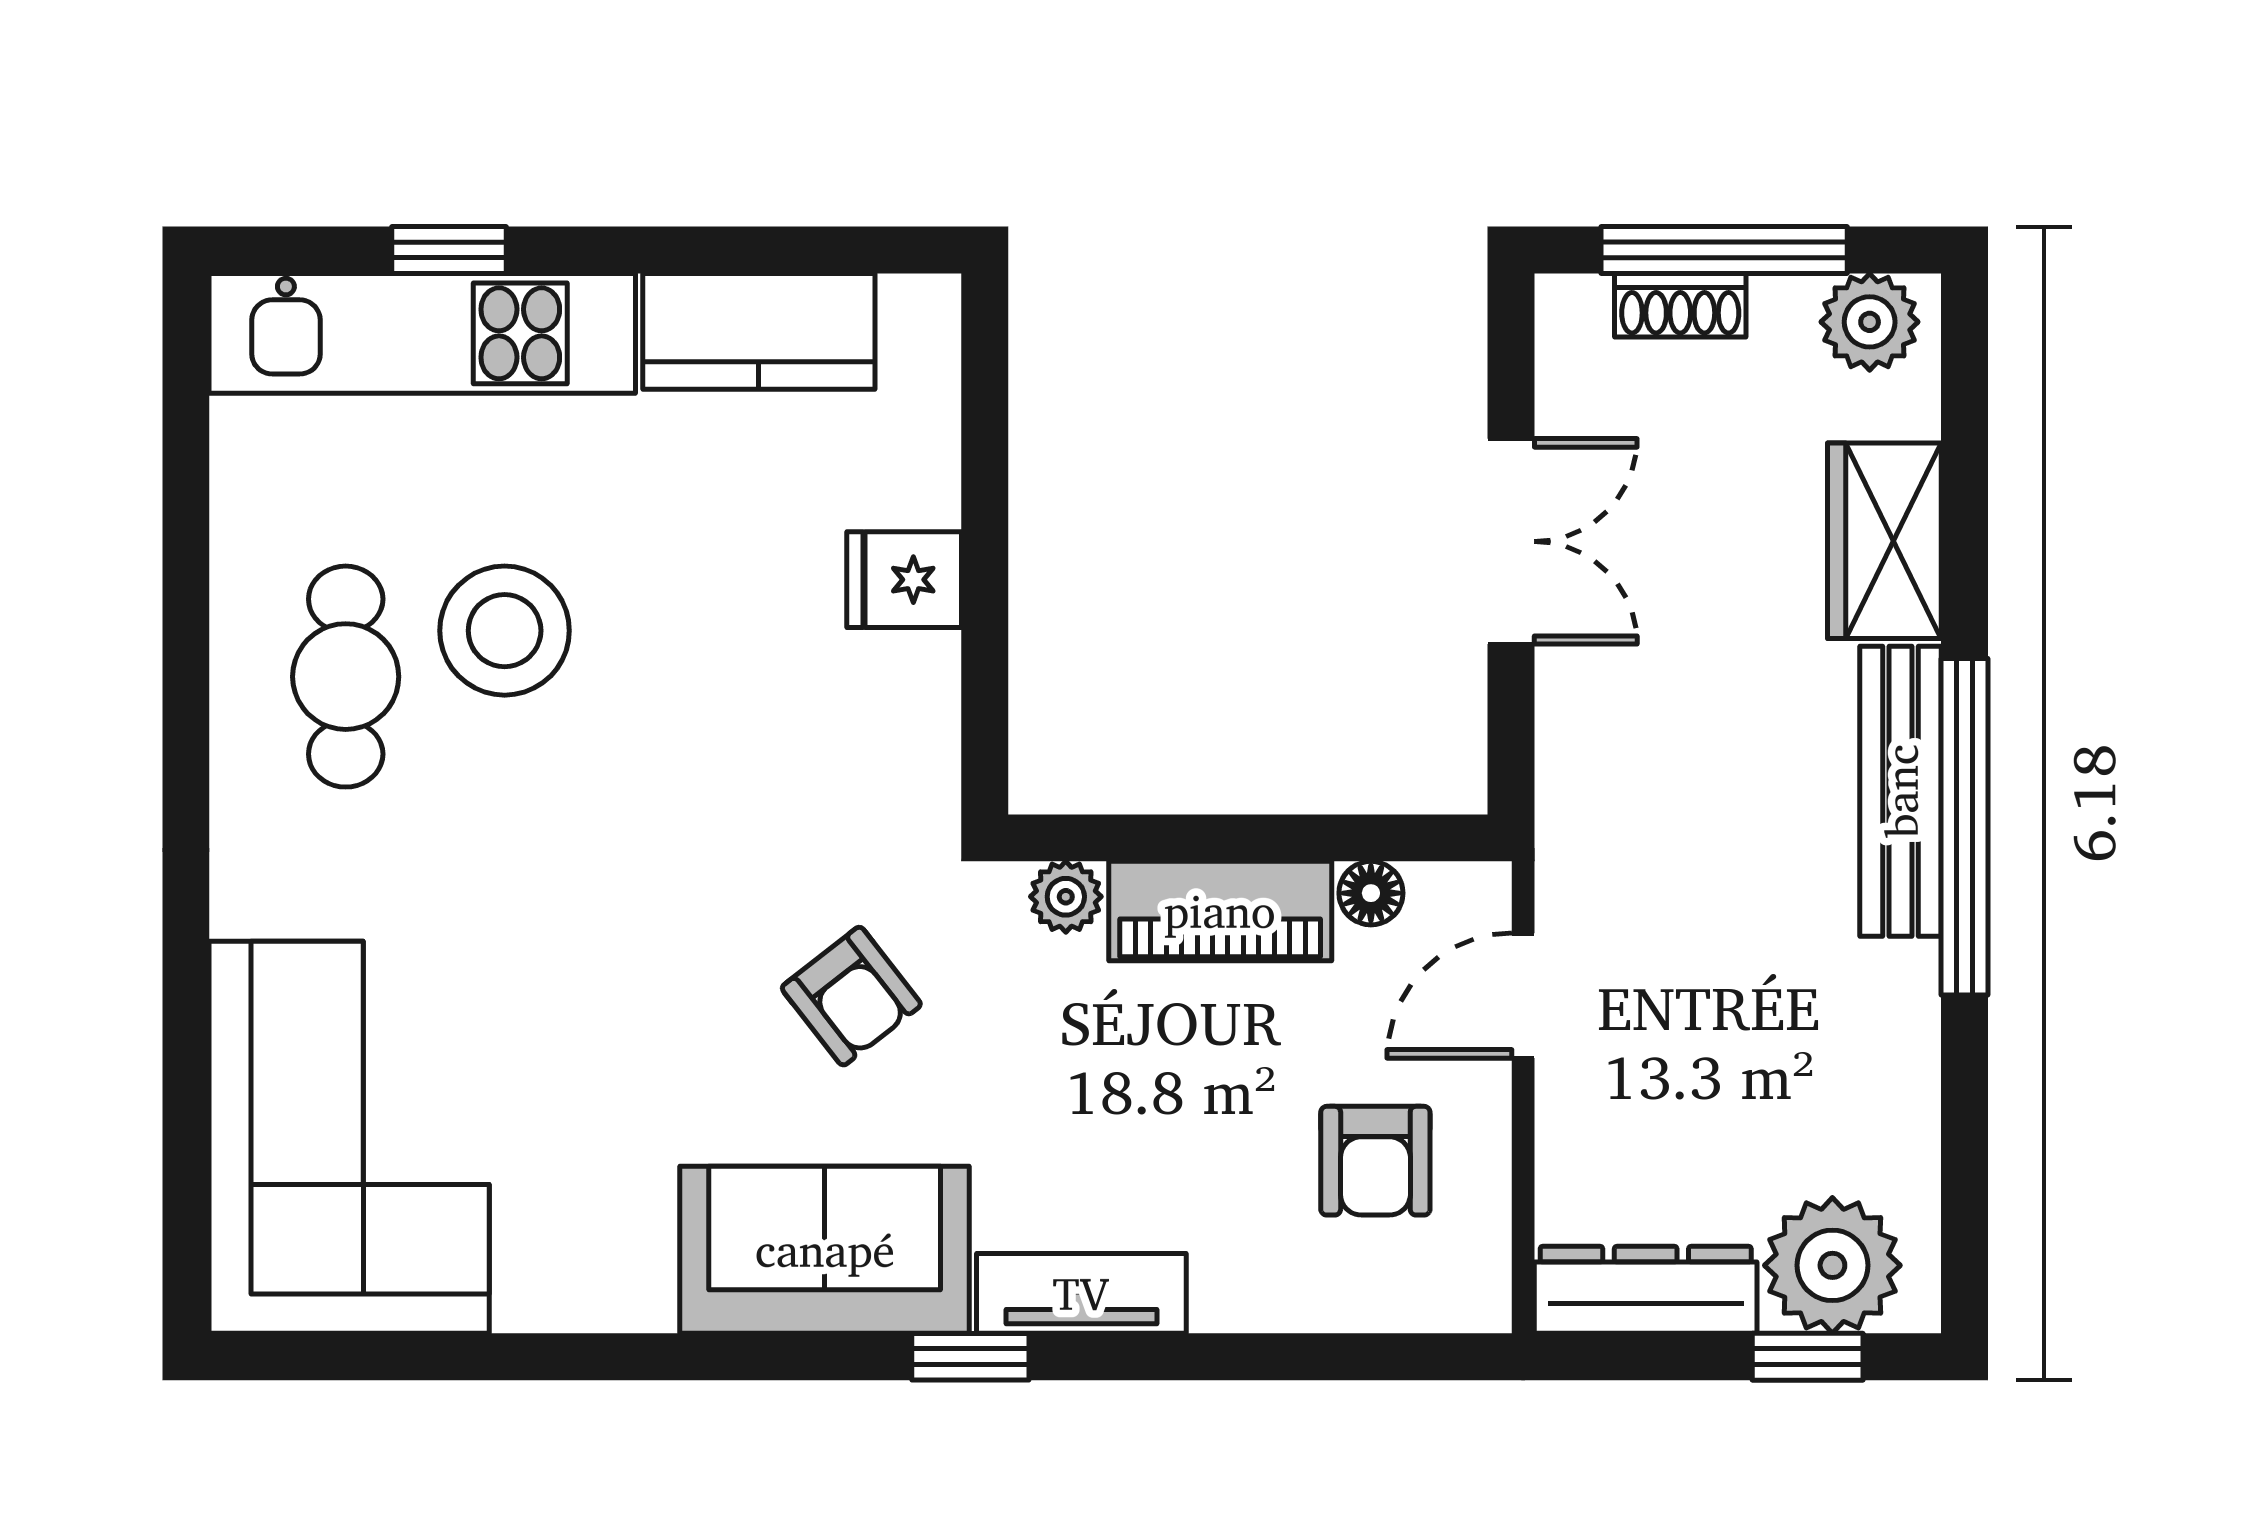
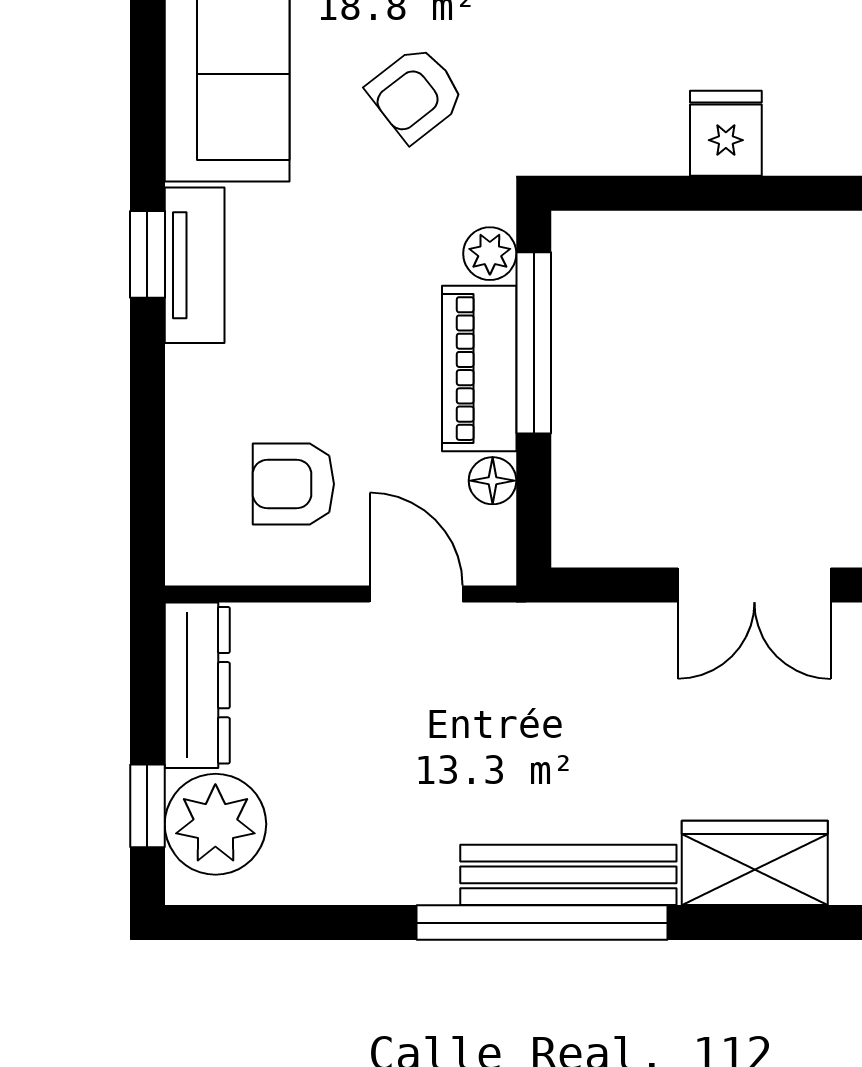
window: (1186, 838) -> (534, 343), added
window: (970, 1357) -> (147, 254), moved

